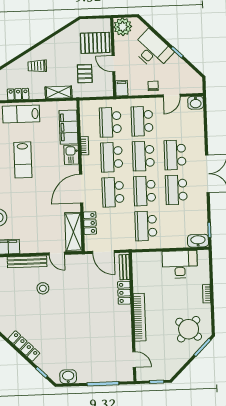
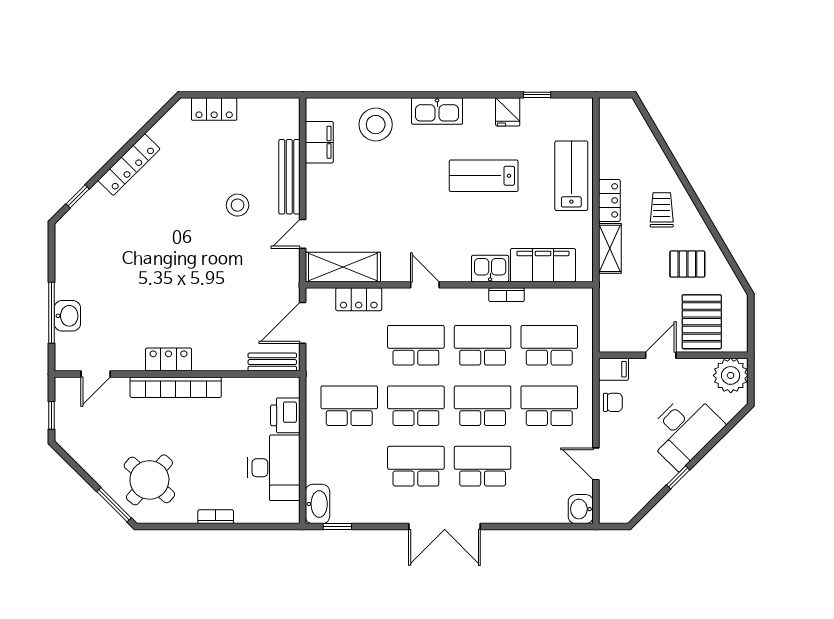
pallet: (85, 74) -> (687, 264), moved
chair: (153, 86) -> (613, 402), moved
locker: (18, 94) -> (609, 200), moved
door: (81, 189) -> (425, 285), width x0.53
printer: (152, 259) -> (285, 415), added
locker: (124, 293) -> (169, 360), moved
washbasin: (68, 377) -> (67, 316), moved

